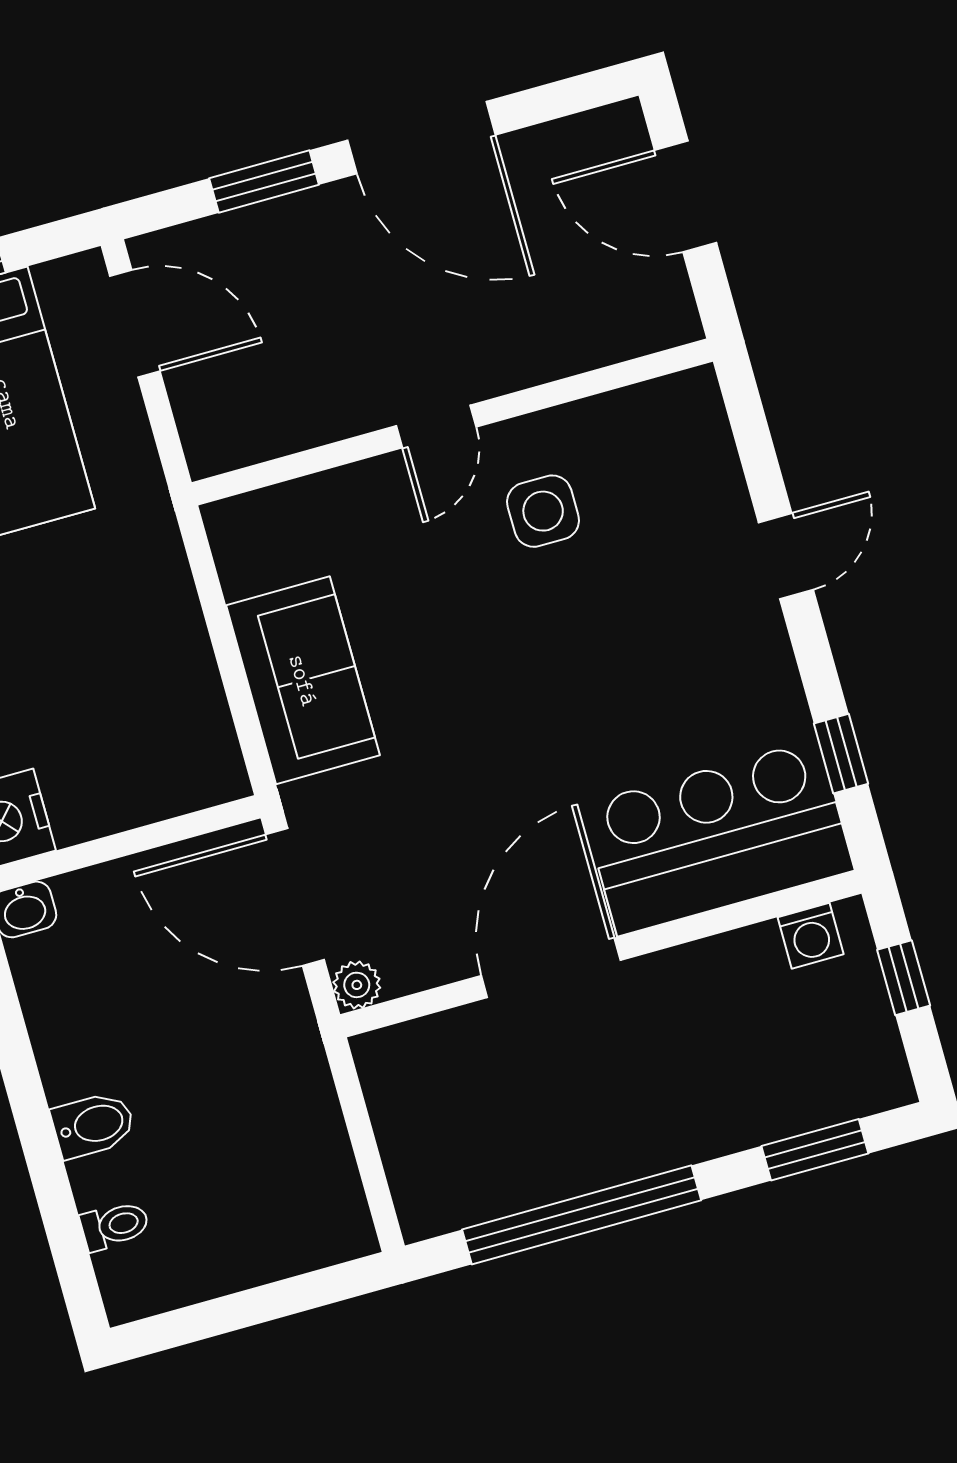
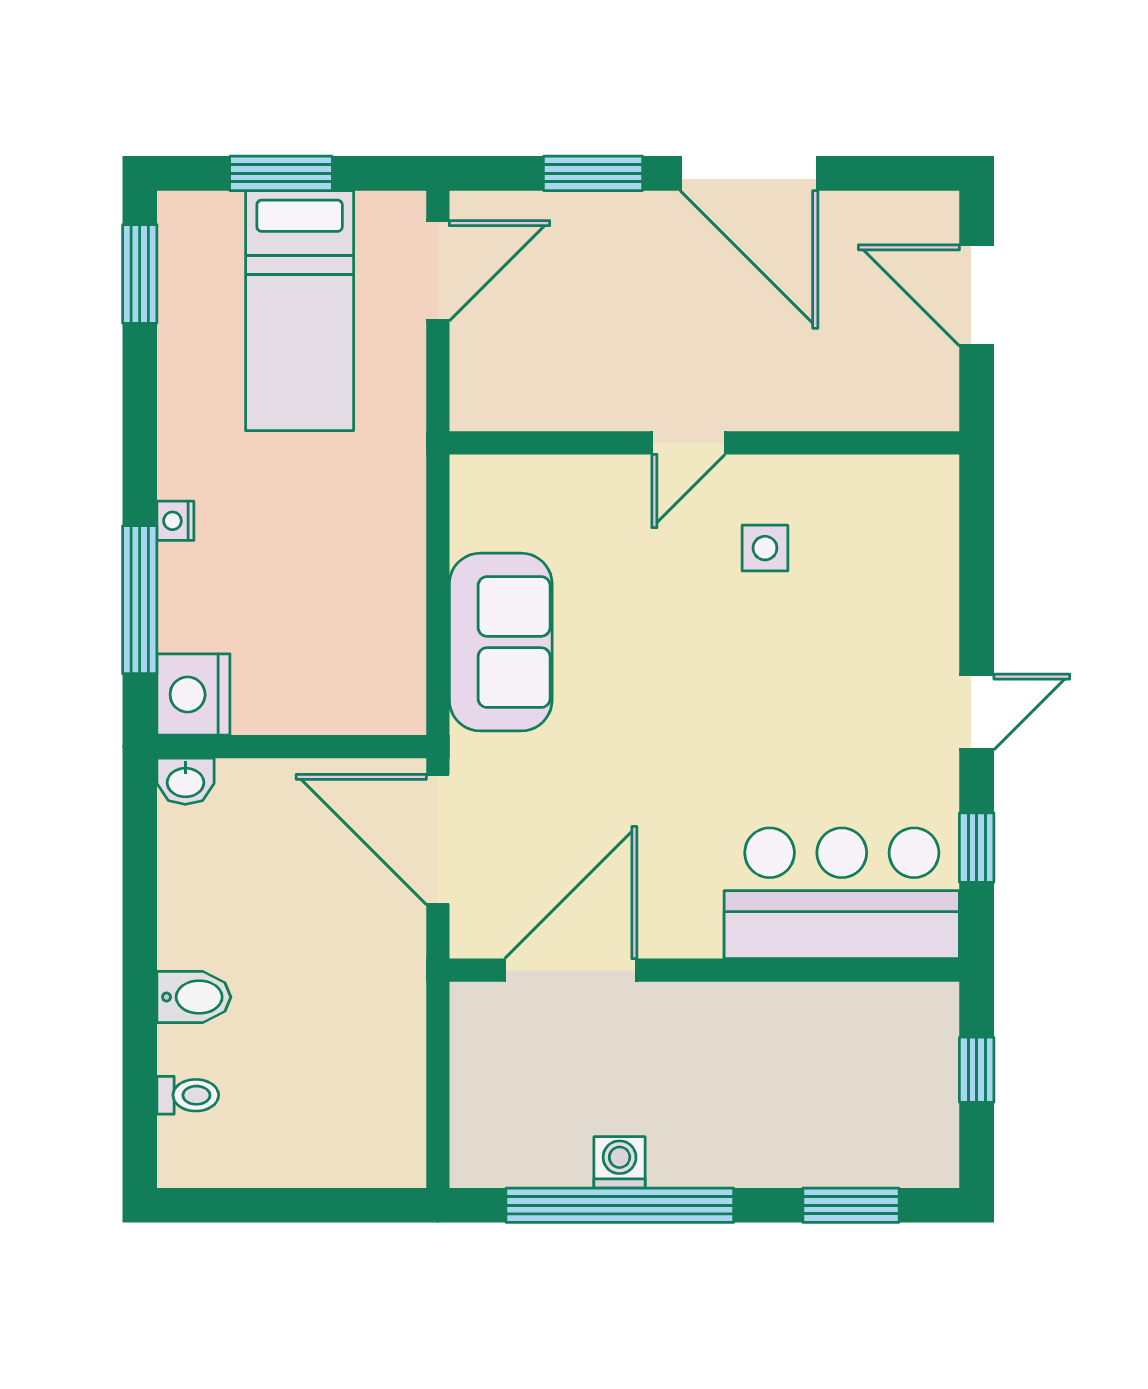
door: (135, 323) -> (438, 271), hinge flipped
side table: (543, 511) -> (765, 548), width x0.73, depth x0.73
door: (786, 556) -> (977, 712), moved
washing machine: (811, 936) -> (620, 1162), moved, turned 180
door: (551, 968) -> (571, 970), moved
plant: (357, 985) -> (472, 936), removed

